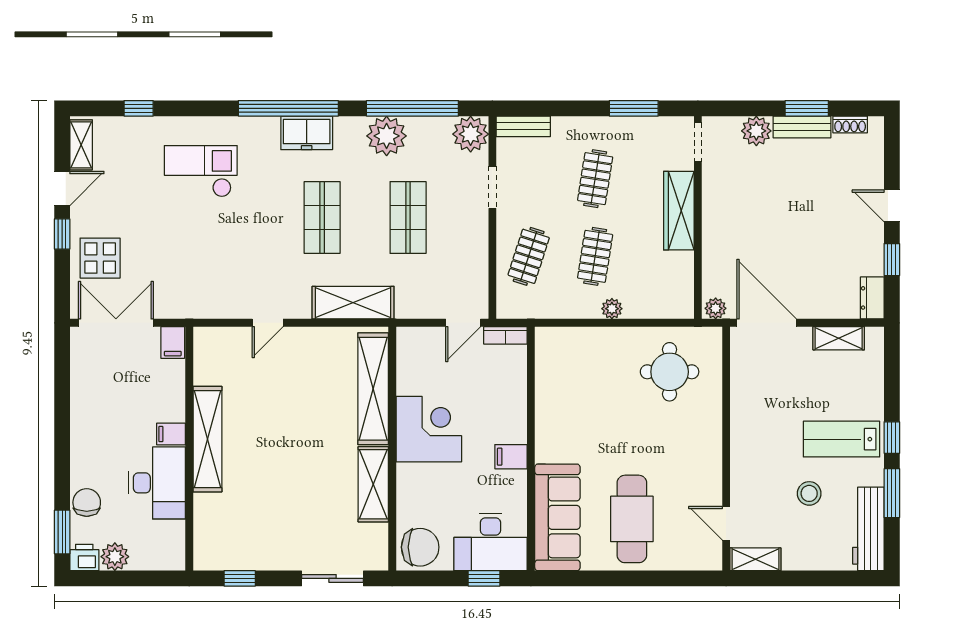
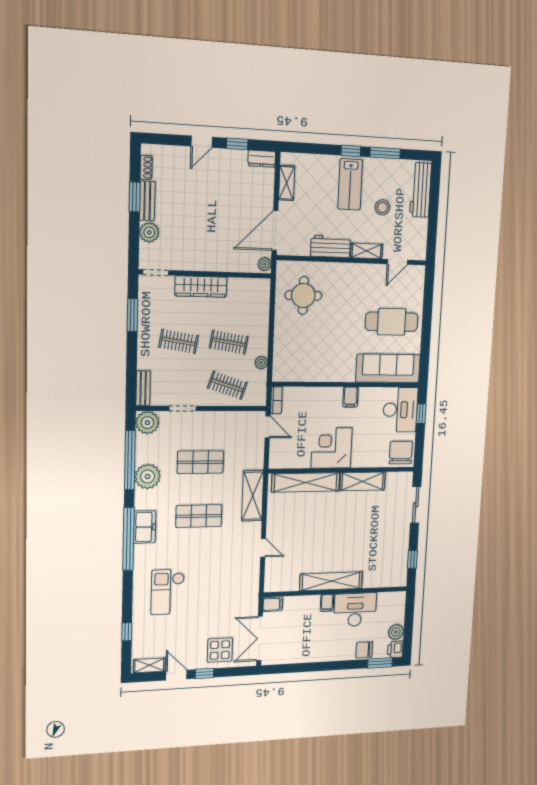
plant: (612, 309) -> (261, 363), moved
workbench: (746, 412) -> (331, 246), added
workbench: (868, 529) -> (421, 190), moved, turned 90
shelving: (755, 559) -> (367, 251), moved, turned 90

